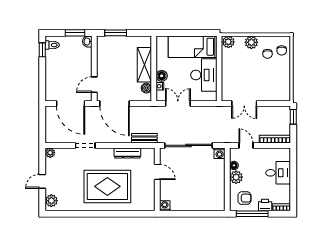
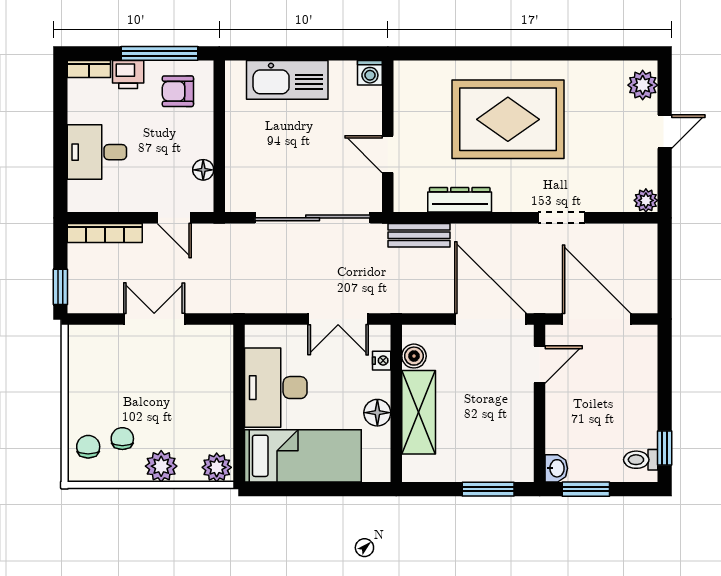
floor lamp: (162, 76) -> (377, 413), moved
double door: (244, 103) -> (154, 319), moved
washing machine: (220, 153) -> (238, 199), removed
plant: (236, 177) -> (198, 141), removed
kitchen sink: (199, 203) -> (287, 80), added

